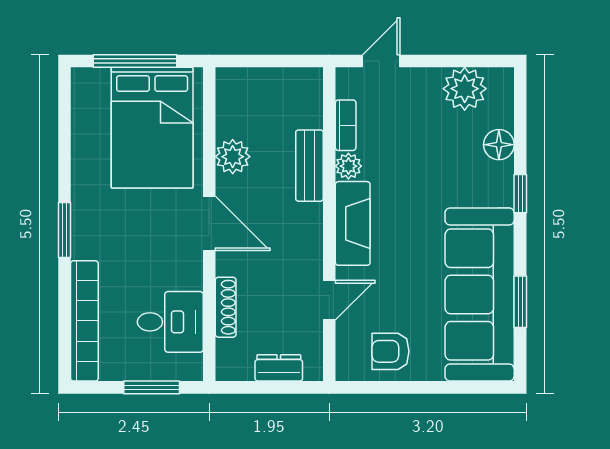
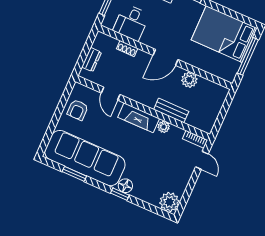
plant: (465, 89) -> (169, 202), moved
bookcase: (346, 125) -> (195, 139), moved
bed: (152, 128) -> (224, 34), moved
floor lamp: (499, 145) -> (125, 186), moved
shoe rack: (226, 307) -> (127, 49), width x0.70
armchair: (390, 351) -> (78, 110), turned 180

